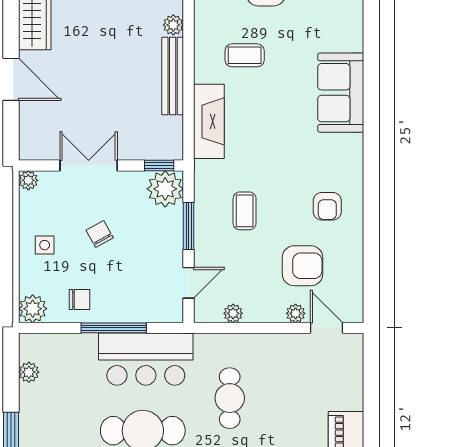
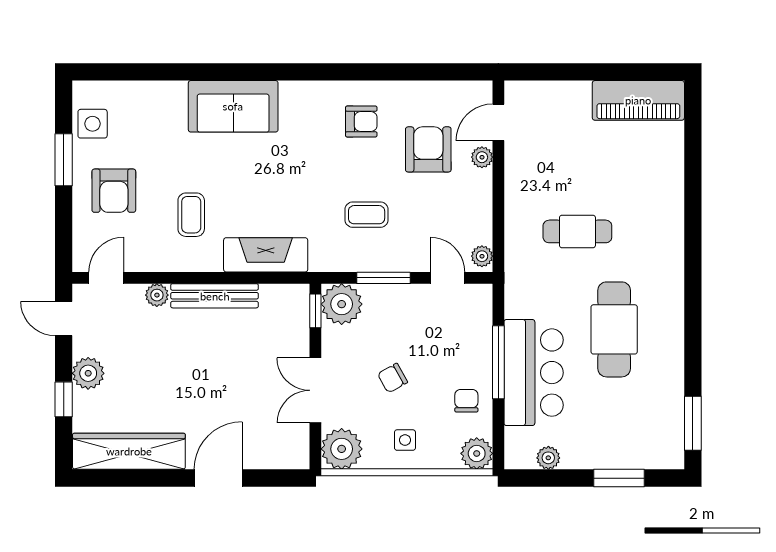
plant: (28, 180) -> (342, 449), width x1.88, depth x1.88
plant: (233, 313) -> (482, 256), moved
bar counter: (146, 359) -> (534, 373), moved

